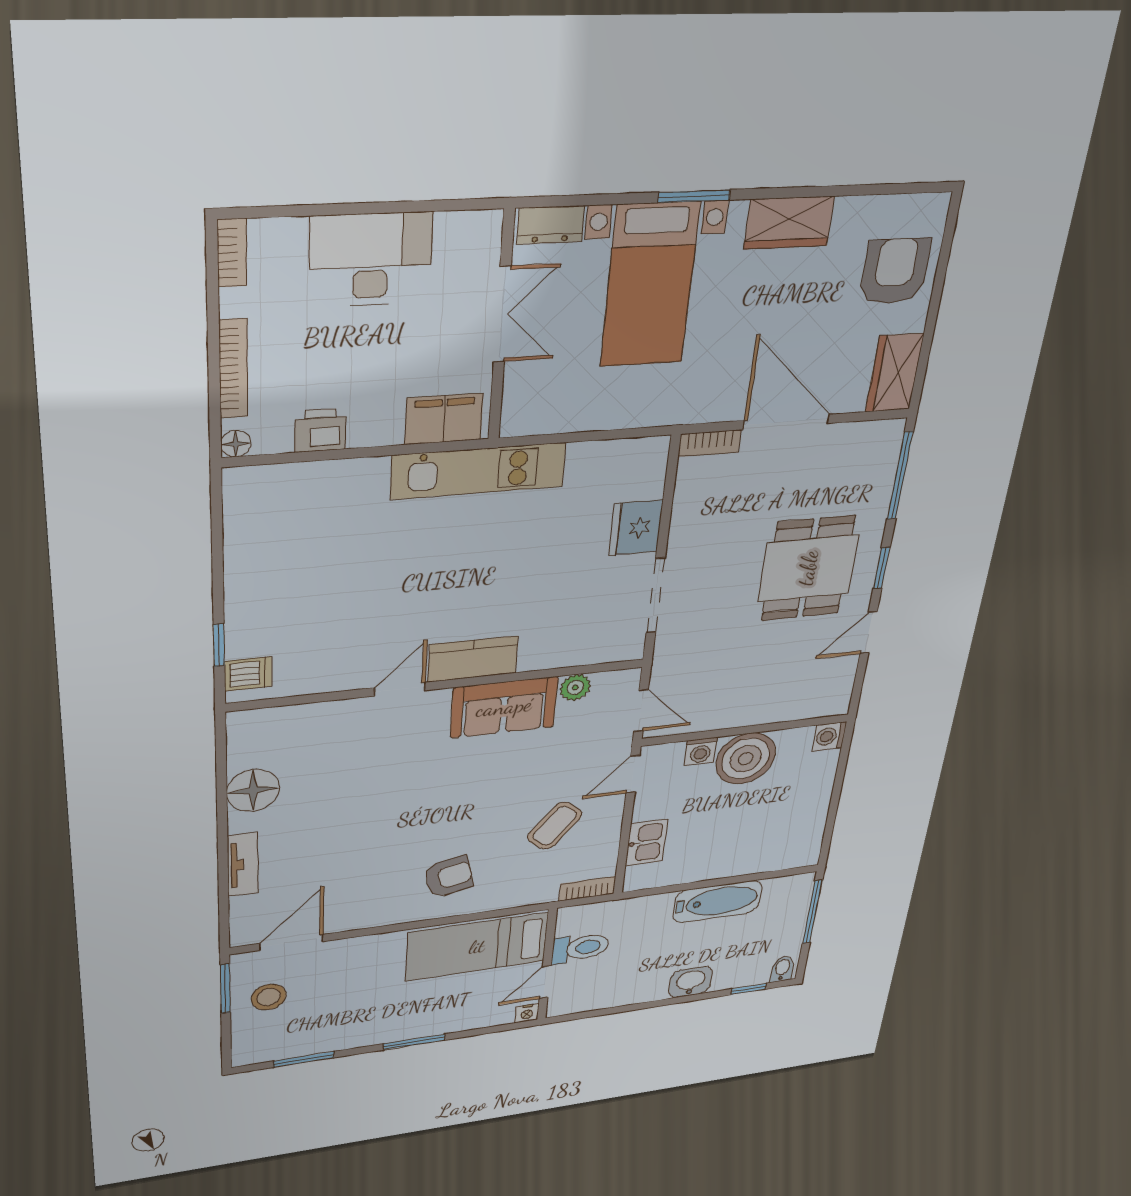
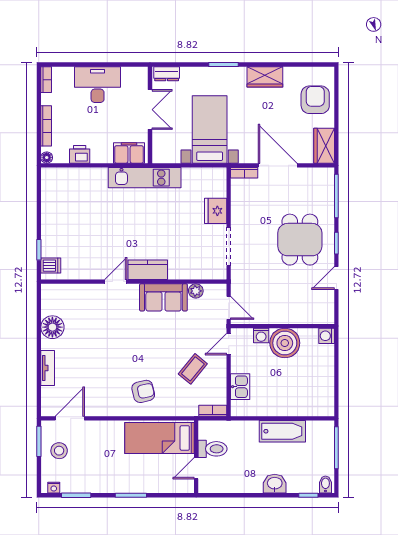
bed with nightstands: (650, 285) -> (210, 130), moved, turned 180
nightstand: (527, 1013) -> (54, 488), moved

